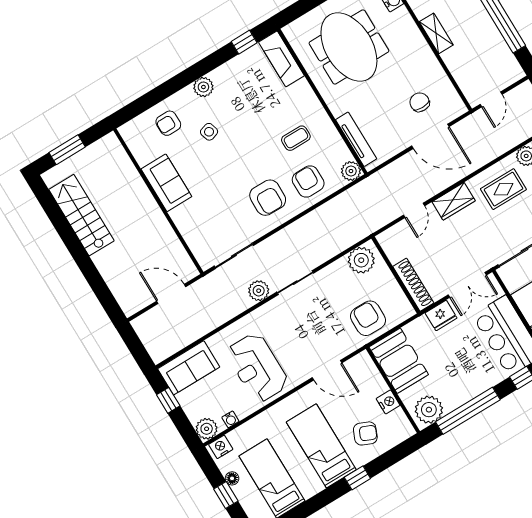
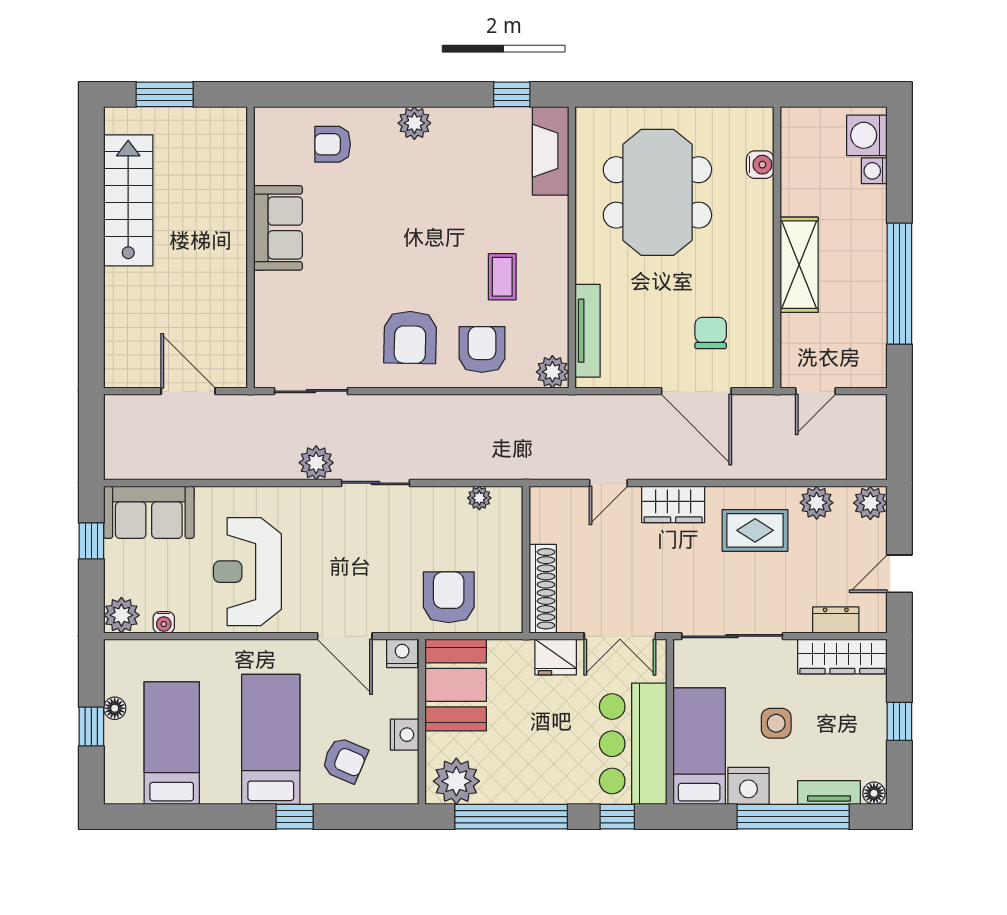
shelving: (436, 33) -> (799, 265), width x1.50, depth x1.33
side table: (209, 132) -> (383, 192), removed
coffee table: (296, 138) -> (502, 277), turned 90
plant: (361, 260) -> (479, 498), width x0.53, depth x0.53
nightstand: (221, 447) -> (402, 653), moved

